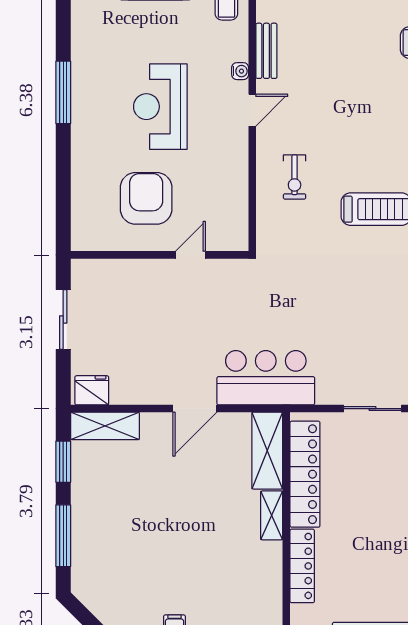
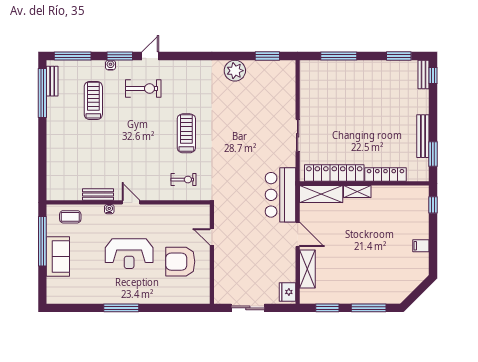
exercise bike: (295, 177) -> (183, 180), moved
shelving: (105, 426) -> (307, 269), moved

